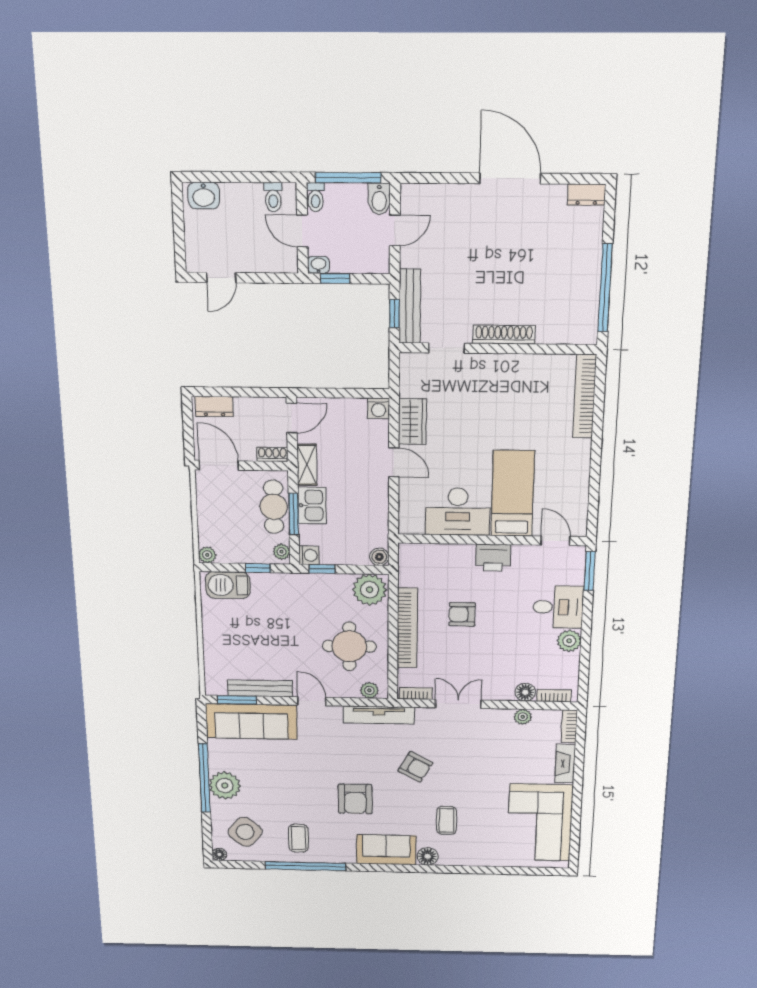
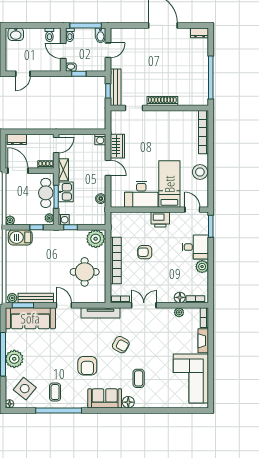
stool: (574, 472) -> (200, 172), added
boiler: (379, 557) -> (101, 199), moved
plant: (369, 690) -> (12, 298), moved

